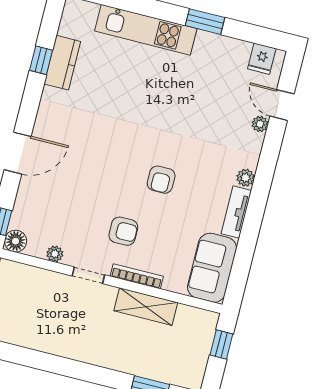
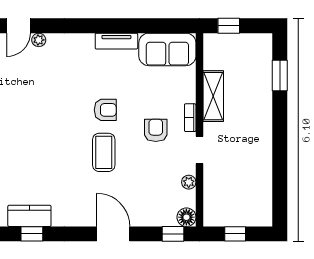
coffee table: (113, 166) -> (104, 152), added
plant: (245, 178) -> (86, 41), removed
bookcase: (137, 276) -> (190, 118), width x0.64

